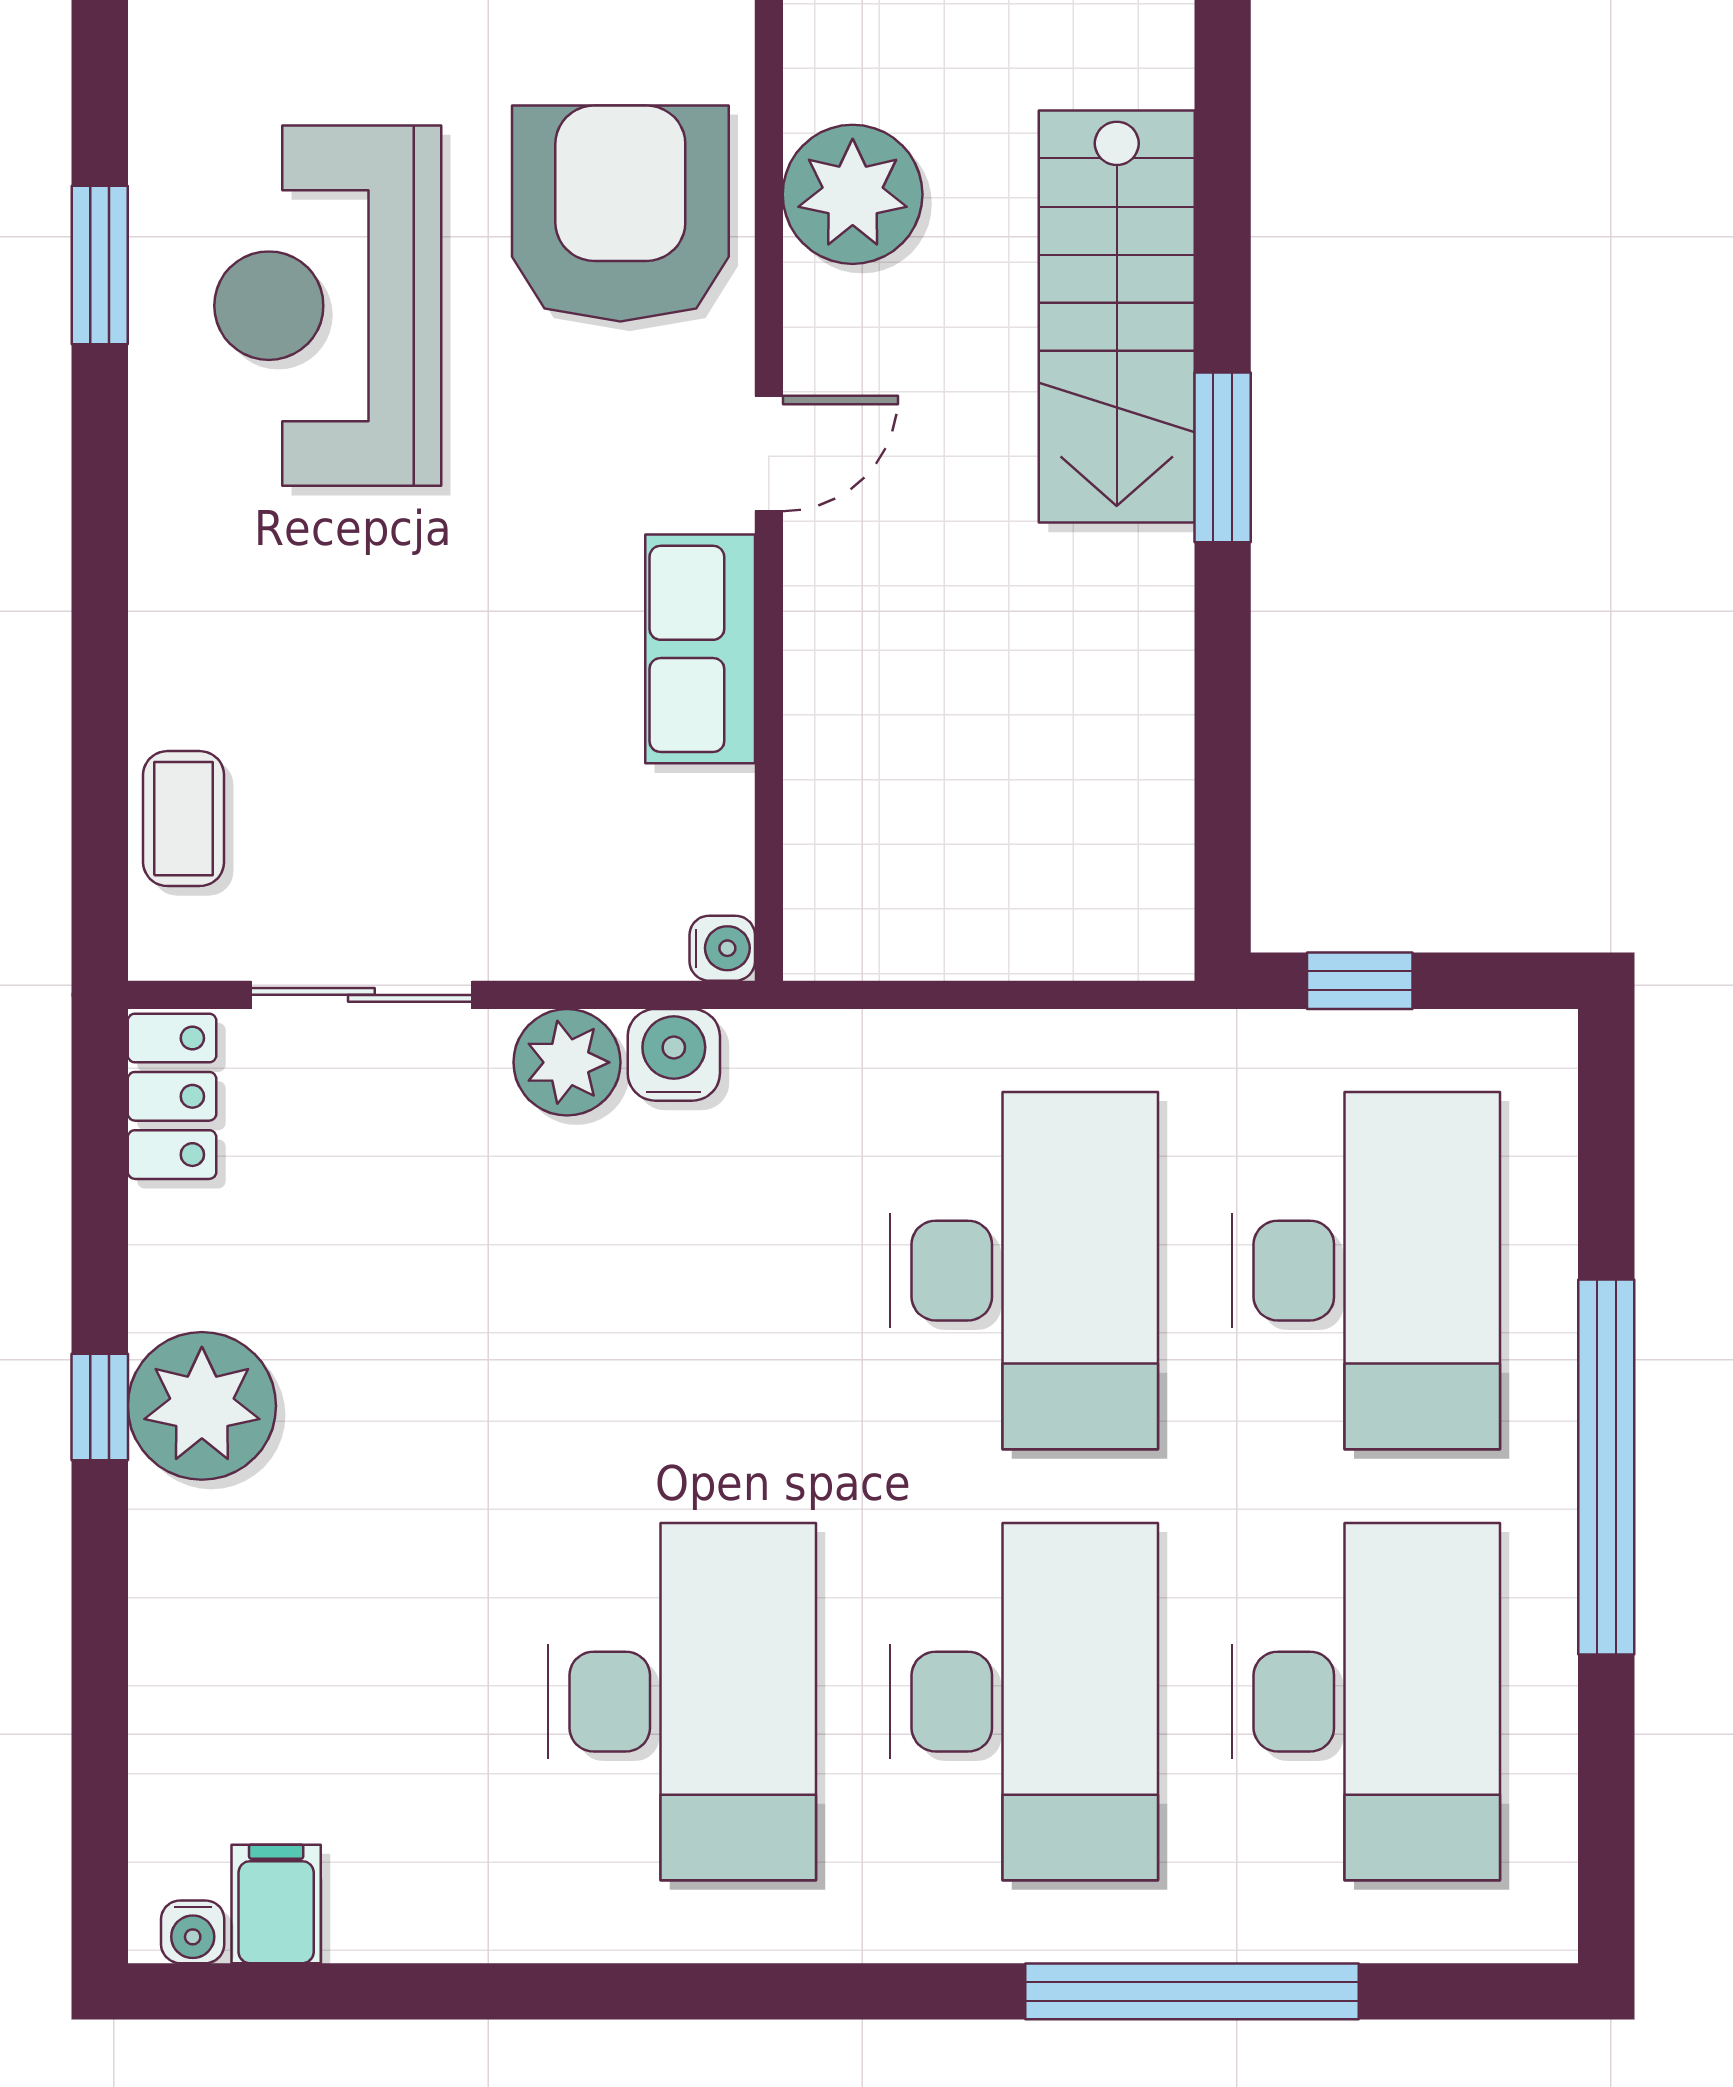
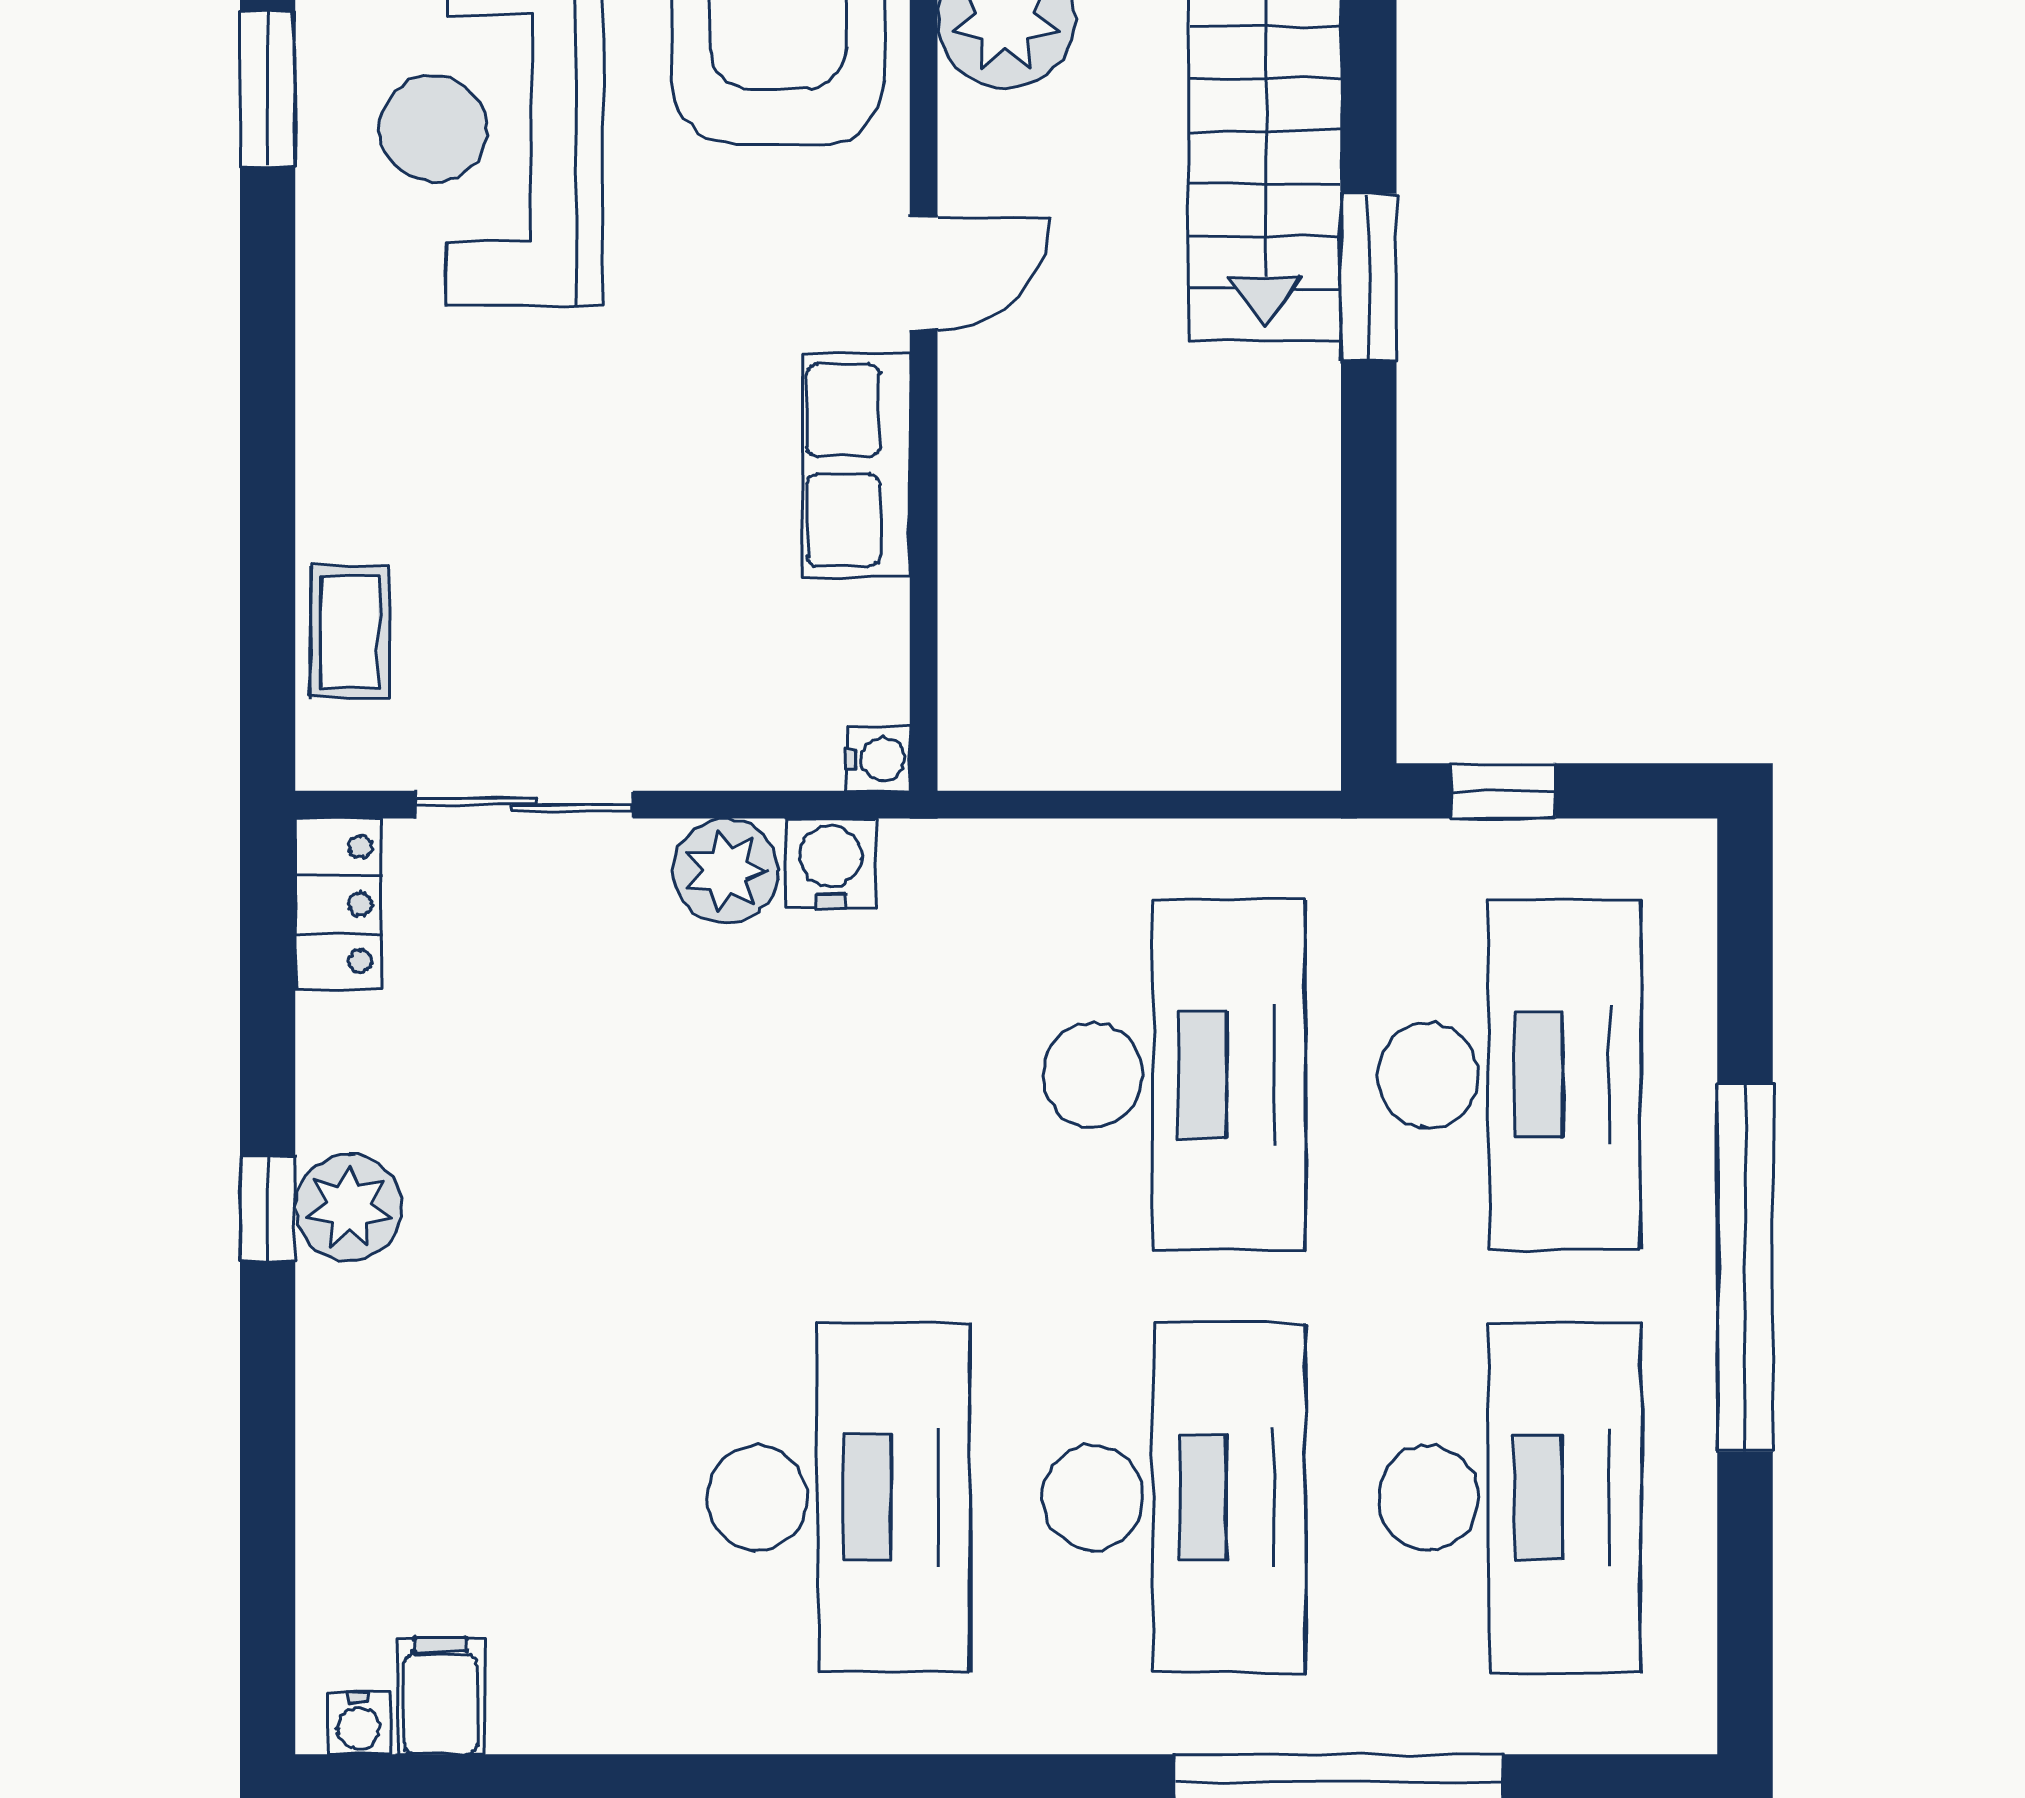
plant: (202, 1406) -> (348, 1208), width x0.73, depth x0.73

